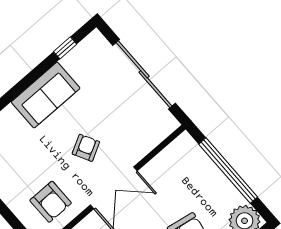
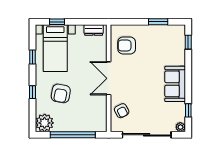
plant: (96, 39) -> (180, 127), added
armchair: (86, 148) -> (122, 111), moved

